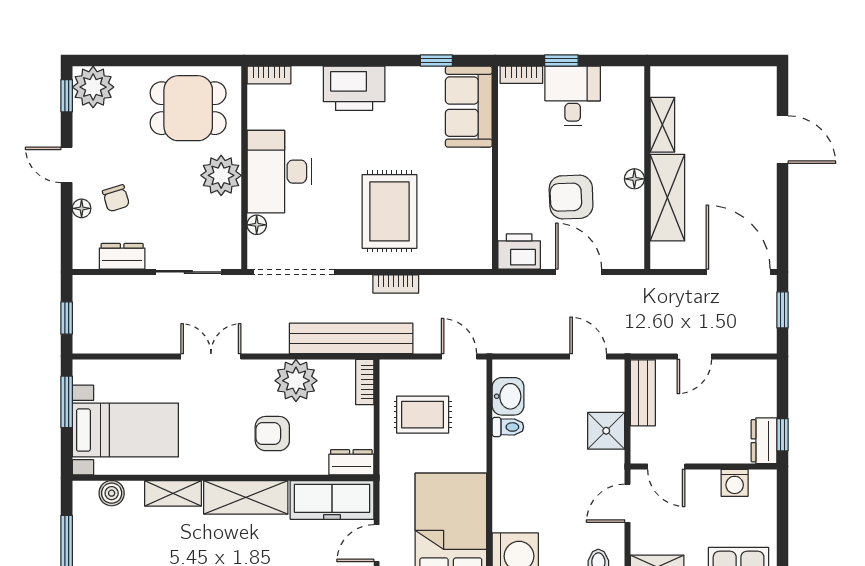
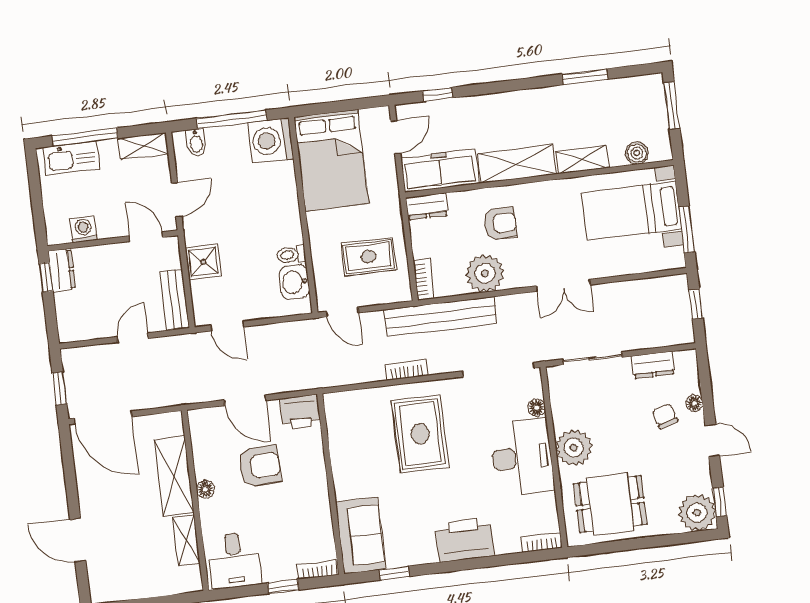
desk: (573, 96) -> (234, 560), moved

